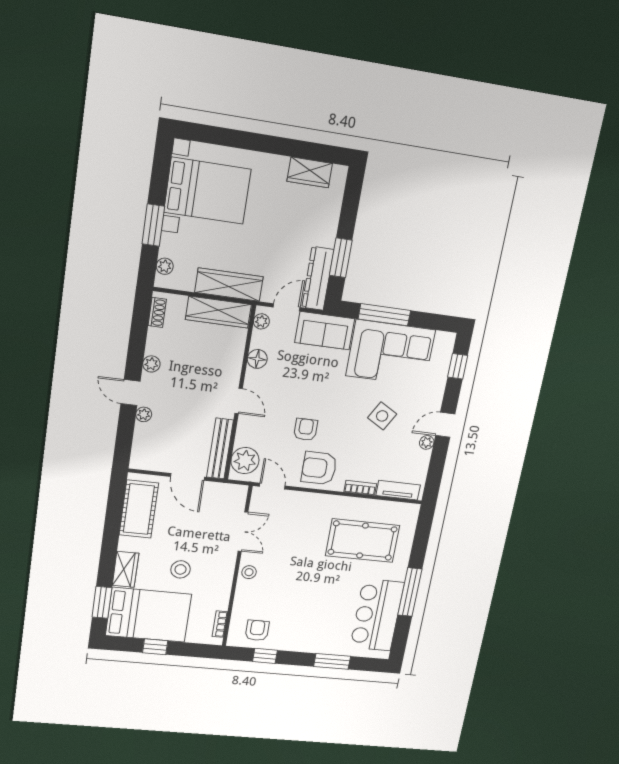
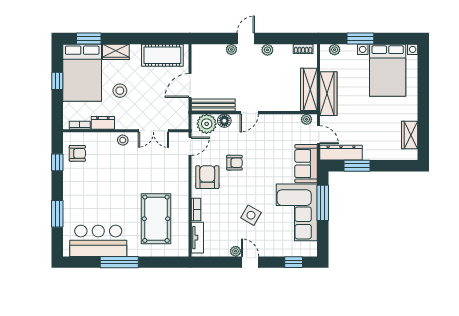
floor lamp: (257, 359) -> (224, 121), moved
dresser: (221, 595) -> (103, 123), added

